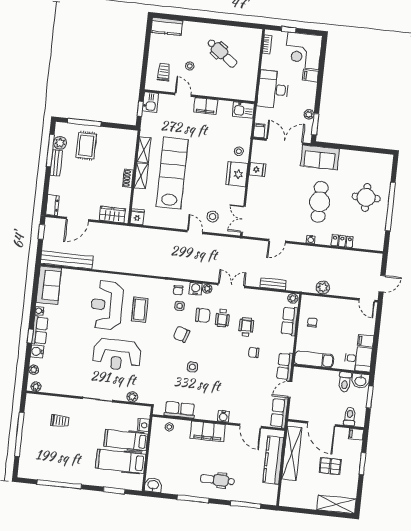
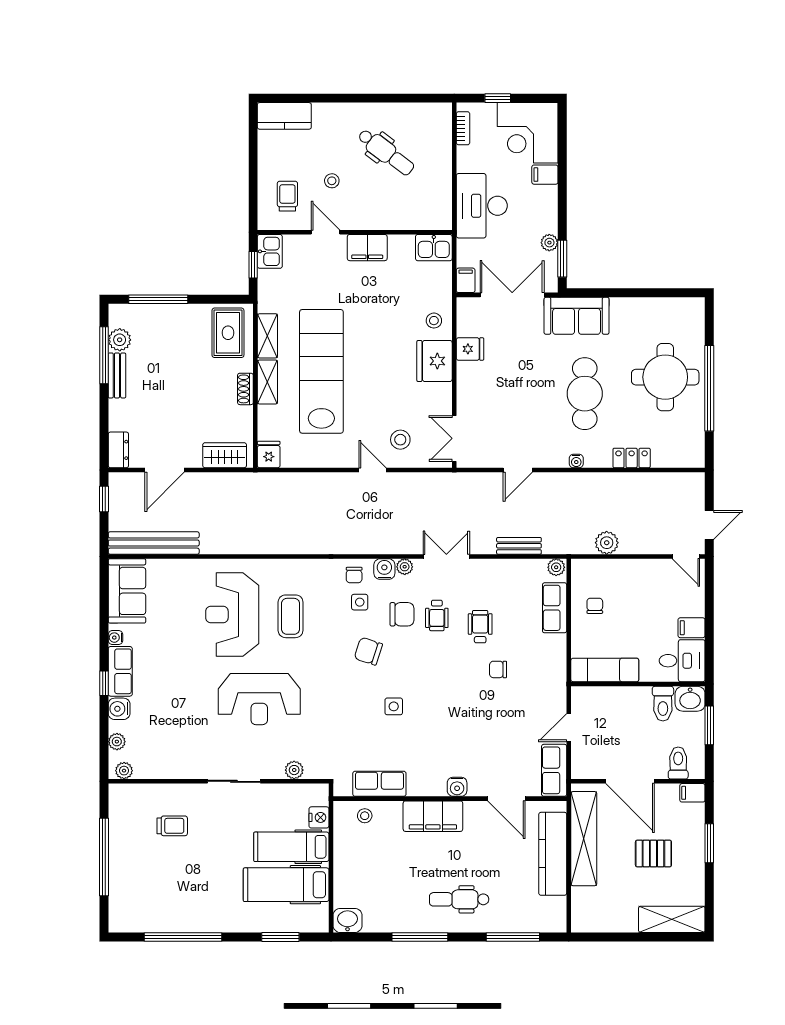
rug: (86, 146) -> (228, 333), moved
round table: (366, 197) -> (665, 377), width x1.36, depth x1.36
row of seats: (285, 366) -> (555, 688), removed

